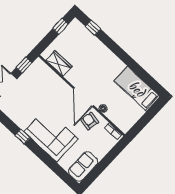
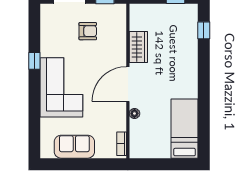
wardrobe: (59, 63) -> (138, 47), moved
armchair: (90, 121) -> (88, 31), moved, turned 79
sofa: (83, 167) -> (74, 147), moved

